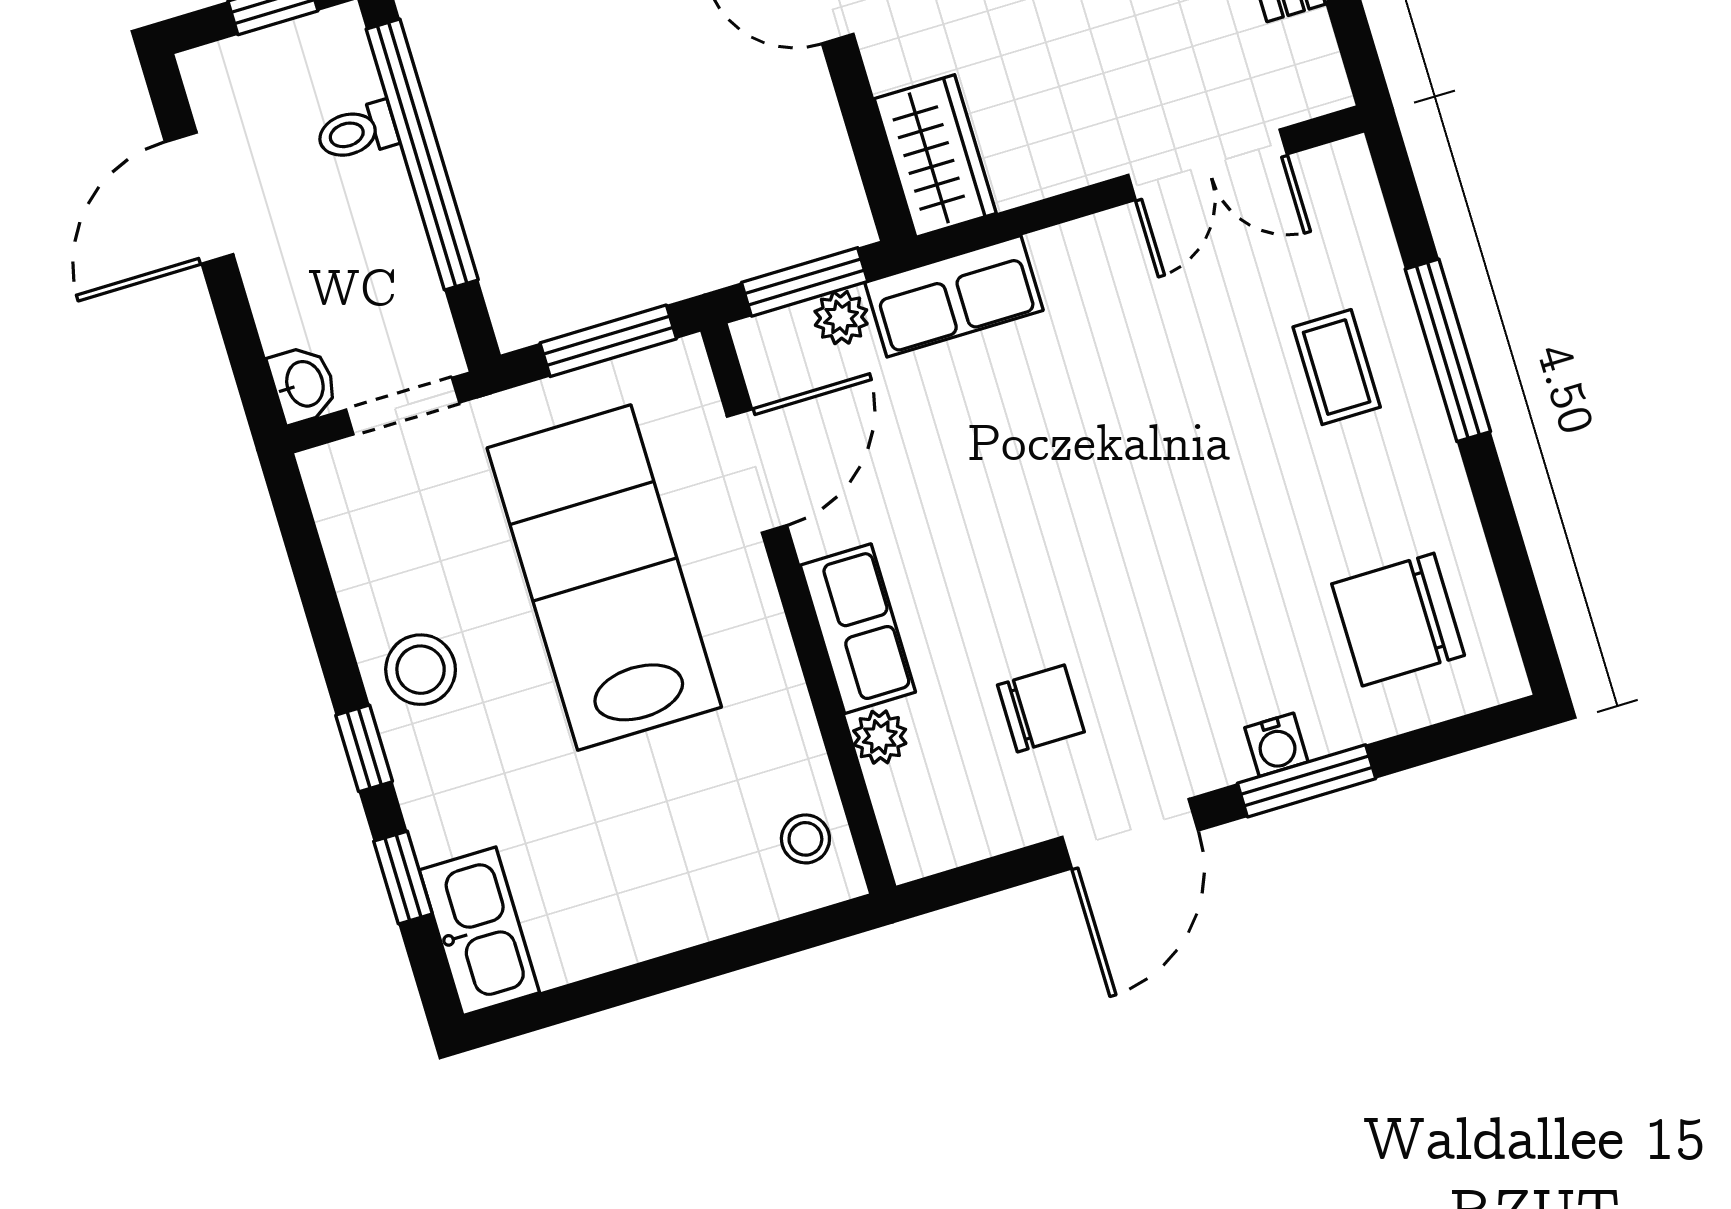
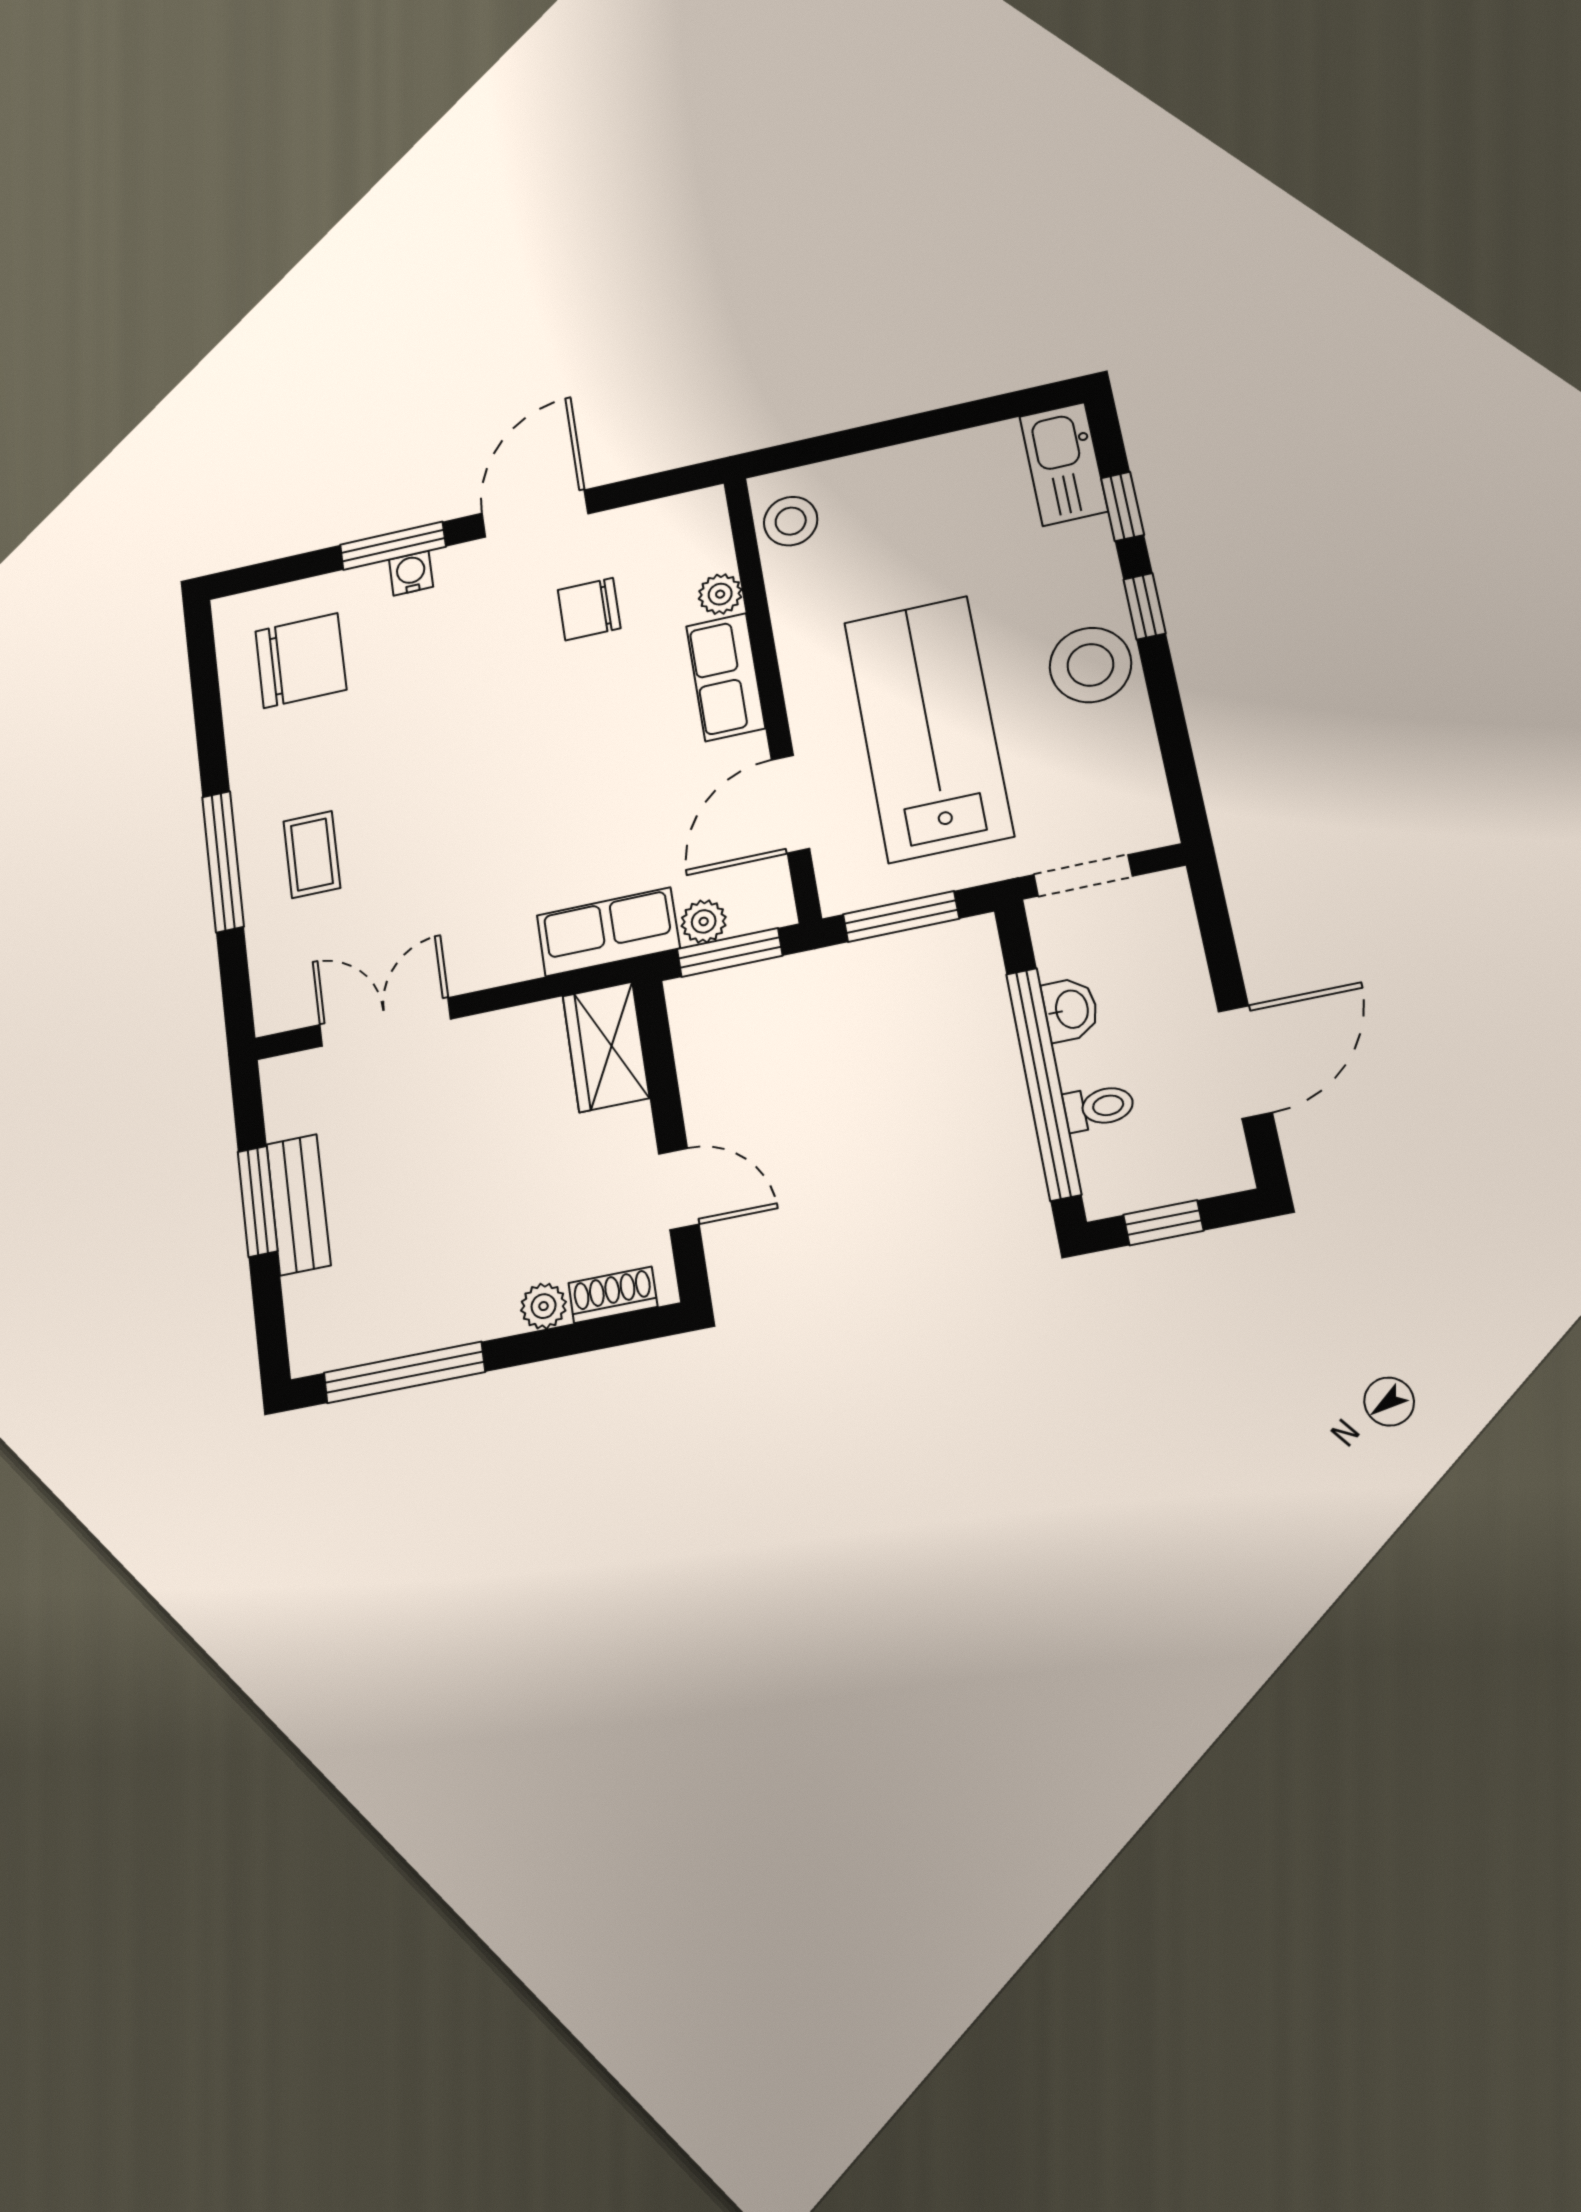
washbasin: (303, 384) -> (1070, 1009), moved, turned 180
lab bench: (604, 578) -> (928, 728), turned 180
stool: (421, 670) -> (1090, 665), width x1.38, depth x1.38
stool: (805, 839) -> (791, 521), width x1.37, depth x1.37

